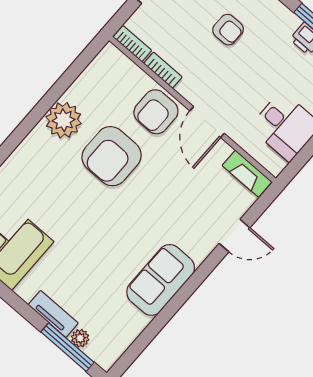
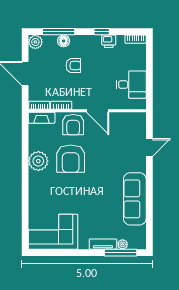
fireplace: (247, 174) -> (42, 118), moved
sofa: (161, 280) -> (135, 199), width x1.36

